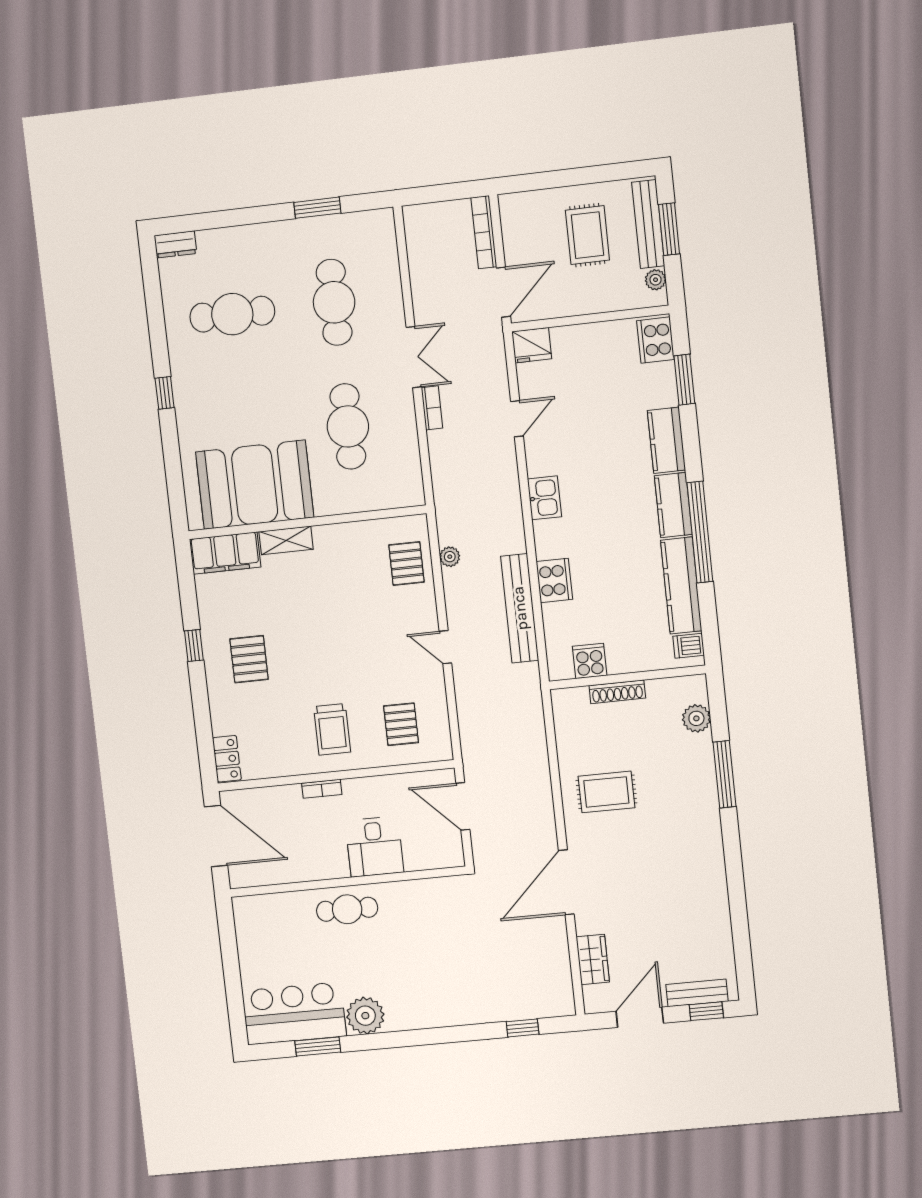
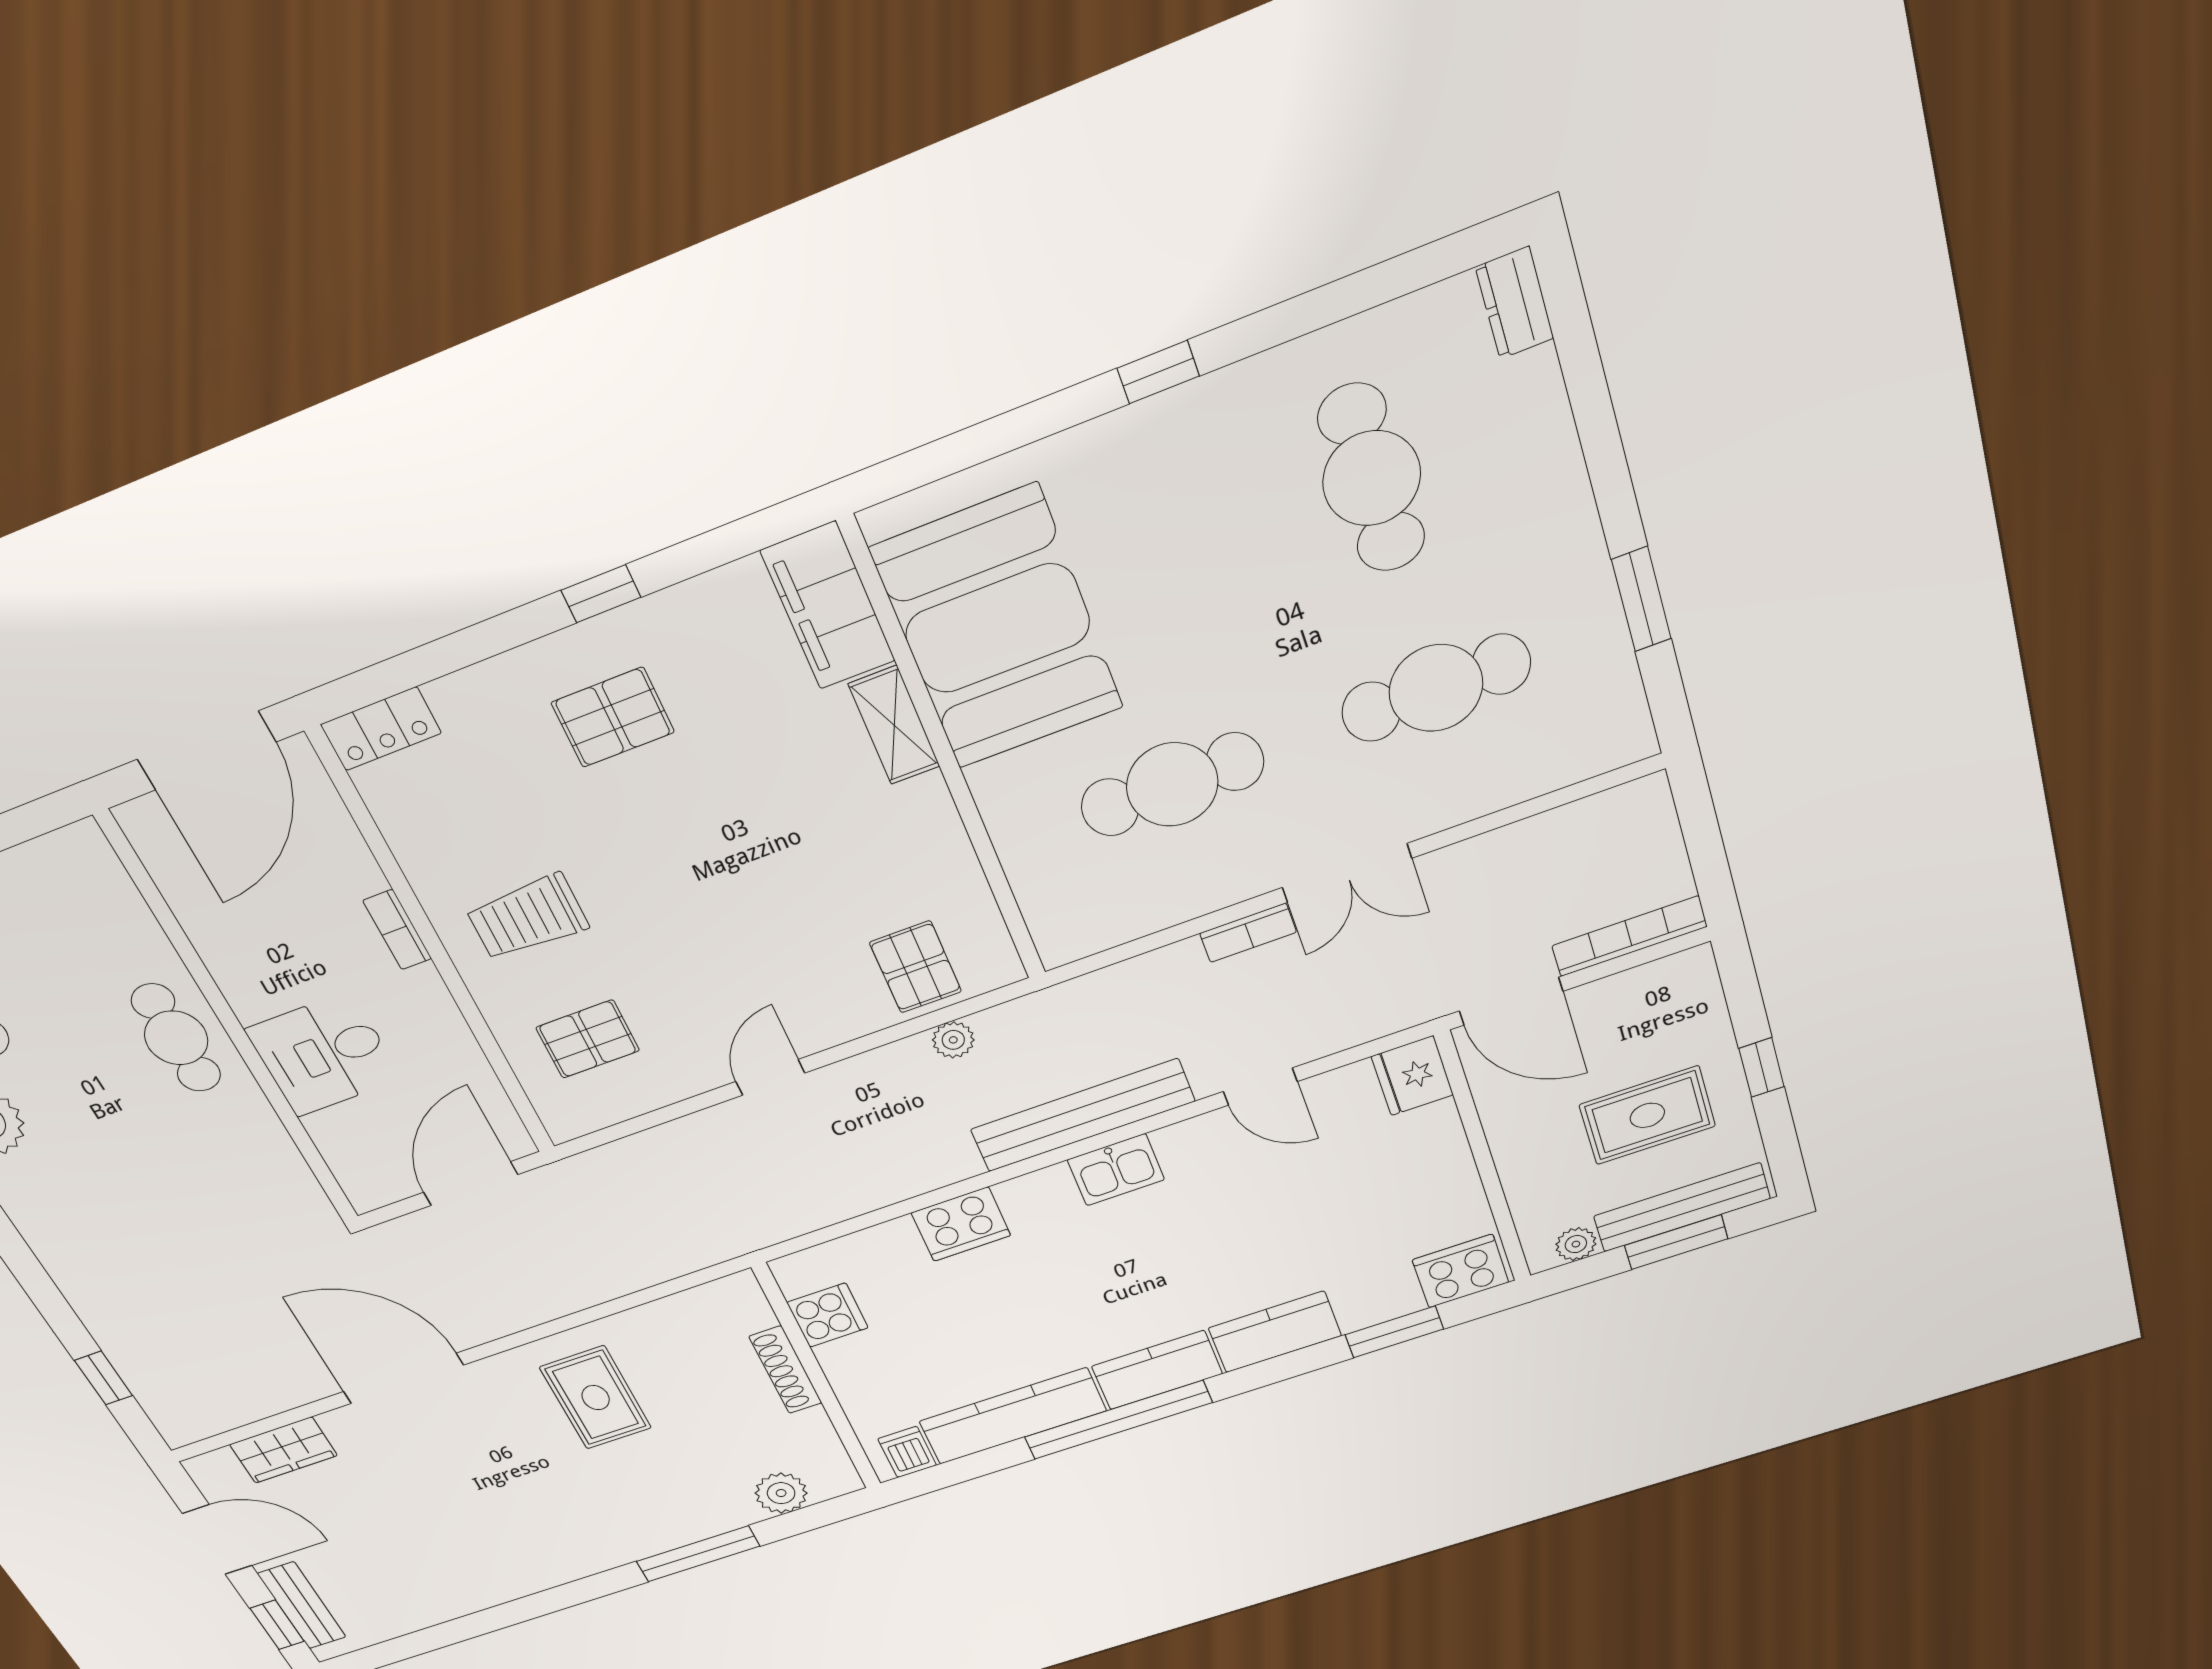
window: (575, 177) -> (1762, 1068), added
pallet: (406, 564) -> (916, 967), turned 90
bench: (520, 608) -> (1083, 1115), moved

